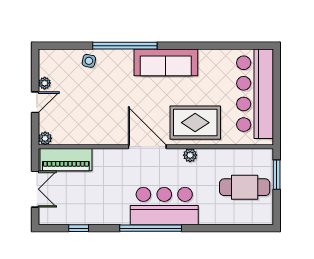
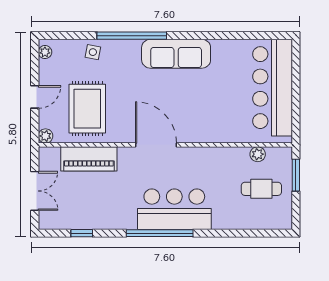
plant: (45, 83) -> (45, 52), moved
rug: (195, 123) -> (87, 109), moved, turned 90
plant: (190, 155) -> (258, 154), moved
piano: (66, 160) -> (89, 159), moved
cafe table: (245, 187) -> (261, 189), width x0.73, depth x0.74

